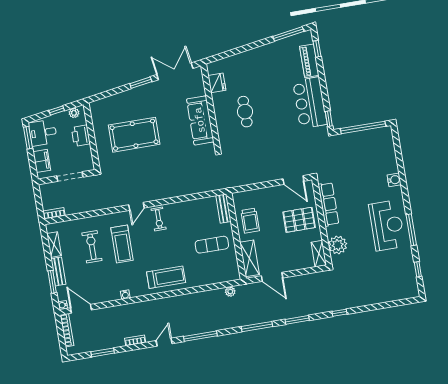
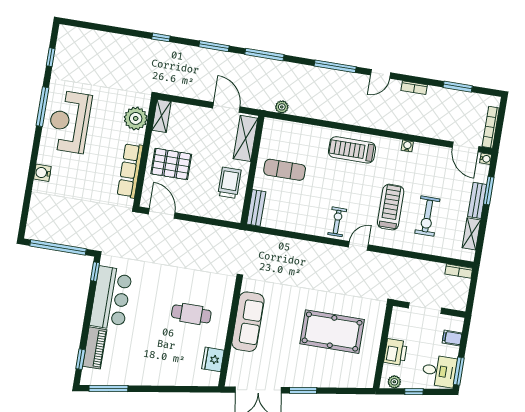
cafe table: (245, 112) -> (191, 314), turned 90
filing cabinet: (42, 161) -> (452, 338), width x0.50

